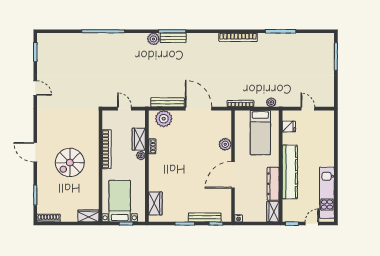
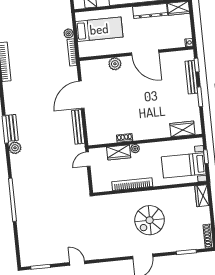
door: (35, 88) -> (77, 263), hinge flipped
plant: (271, 102) -> (69, 33), moved
door: (124, 109) -> (88, 159), moved
plant: (164, 119) -> (95, 129), removed
spiral stairs: (70, 163) -> (150, 220), turned 90

